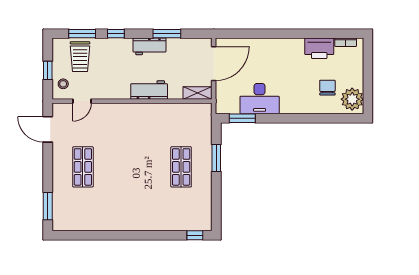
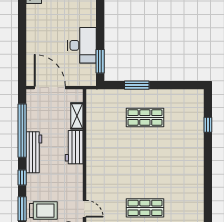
window: (167, 34) -> (22, 131), width x2.11
workbench: (150, 46) -> (34, 152), width x1.38
shelving: (198, 93) -> (77, 116), moved
window: (195, 235) -> (208, 125), moved

